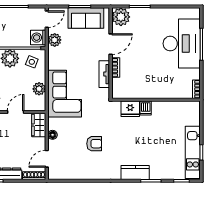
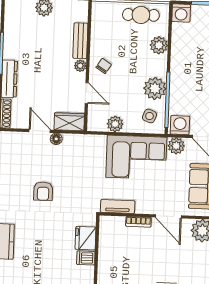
tv unit: (104, 74) -> (118, 207), moved
corner sofa: (65, 94) -> (136, 157), moved
door: (47, 159) -> (40, 131), moved

